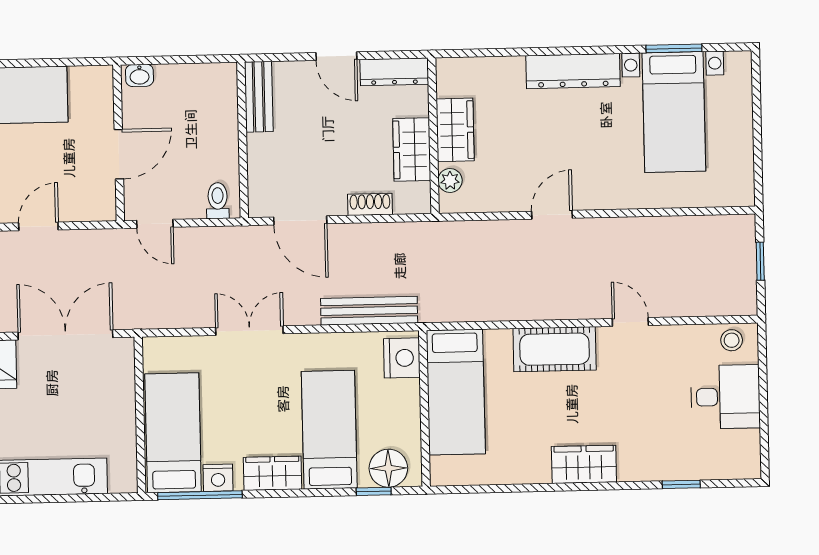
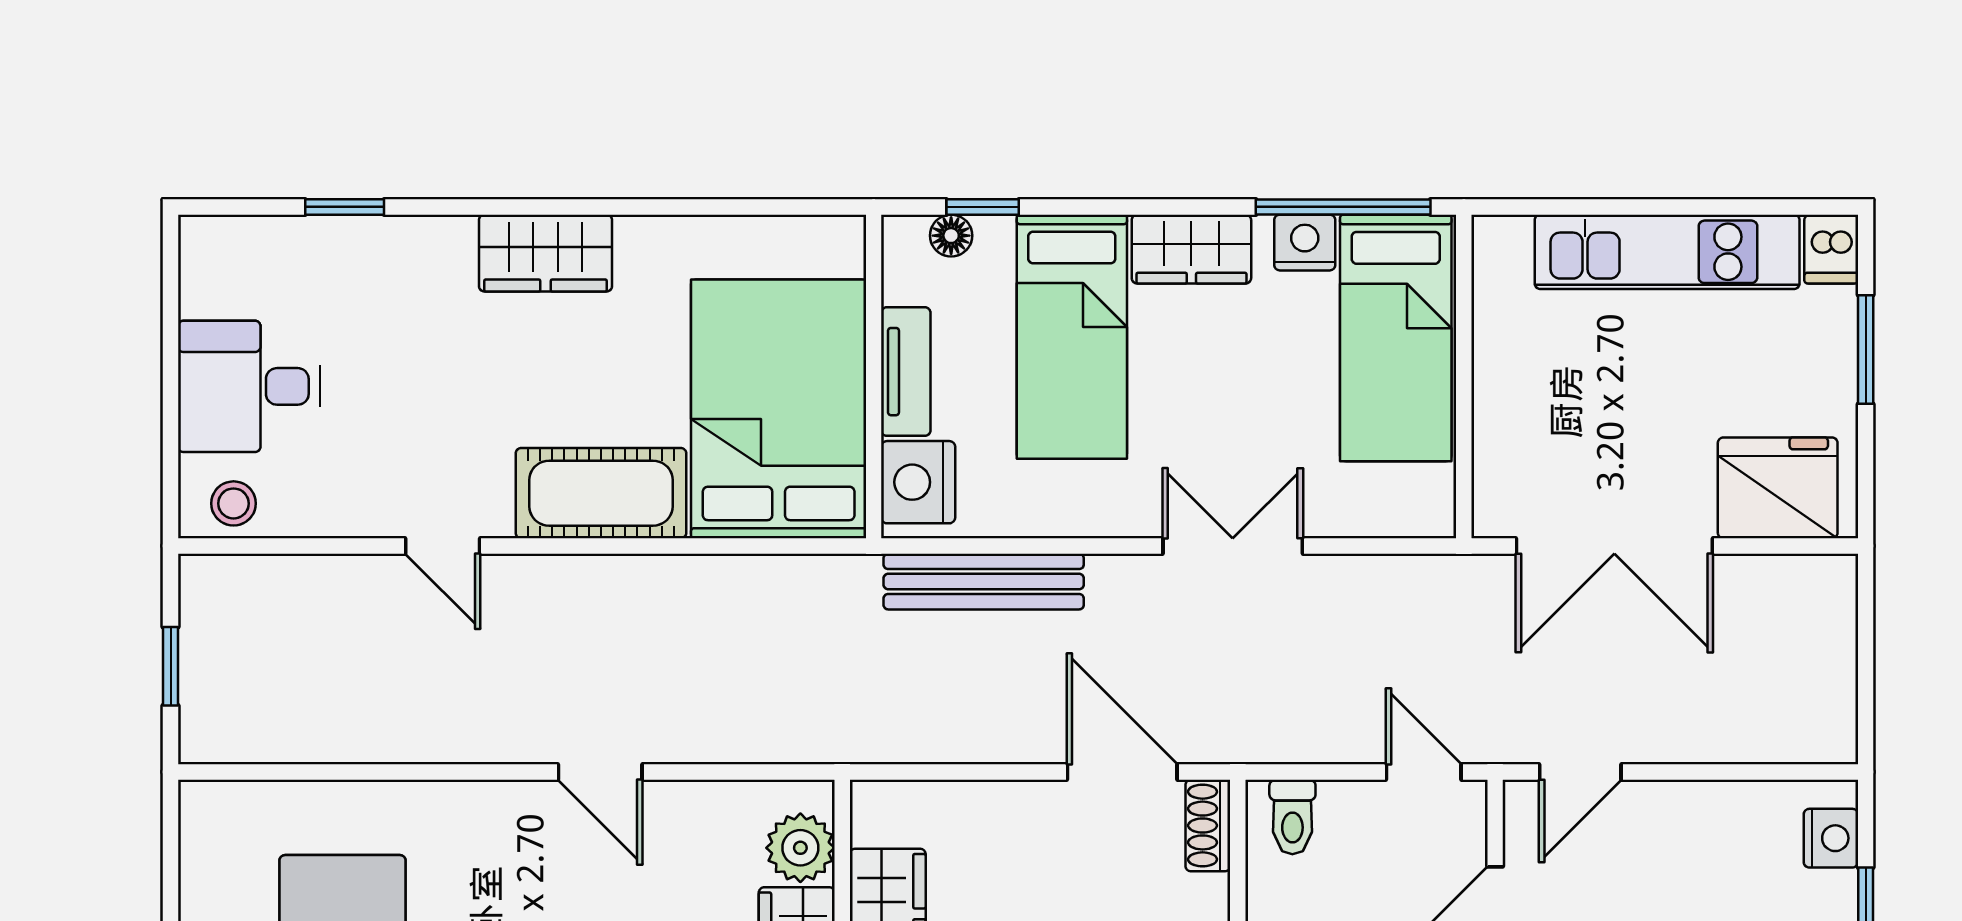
plant: (450, 181) -> (800, 848), width x1.38, depth x1.38
shoe rack: (370, 204) -> (1208, 826), moved, turned 90
door: (552, 215) -> (600, 772), hinge flipped
door: (38, 226) -> (1580, 772), moved
double door: (249, 331) -> (1233, 546), swing flipped
bed: (456, 392) -> (779, 409), width x1.50
tv unit: (409, 411) -> (906, 372), added
floor lamp: (388, 468) -> (951, 236), width x0.53, depth x0.53

